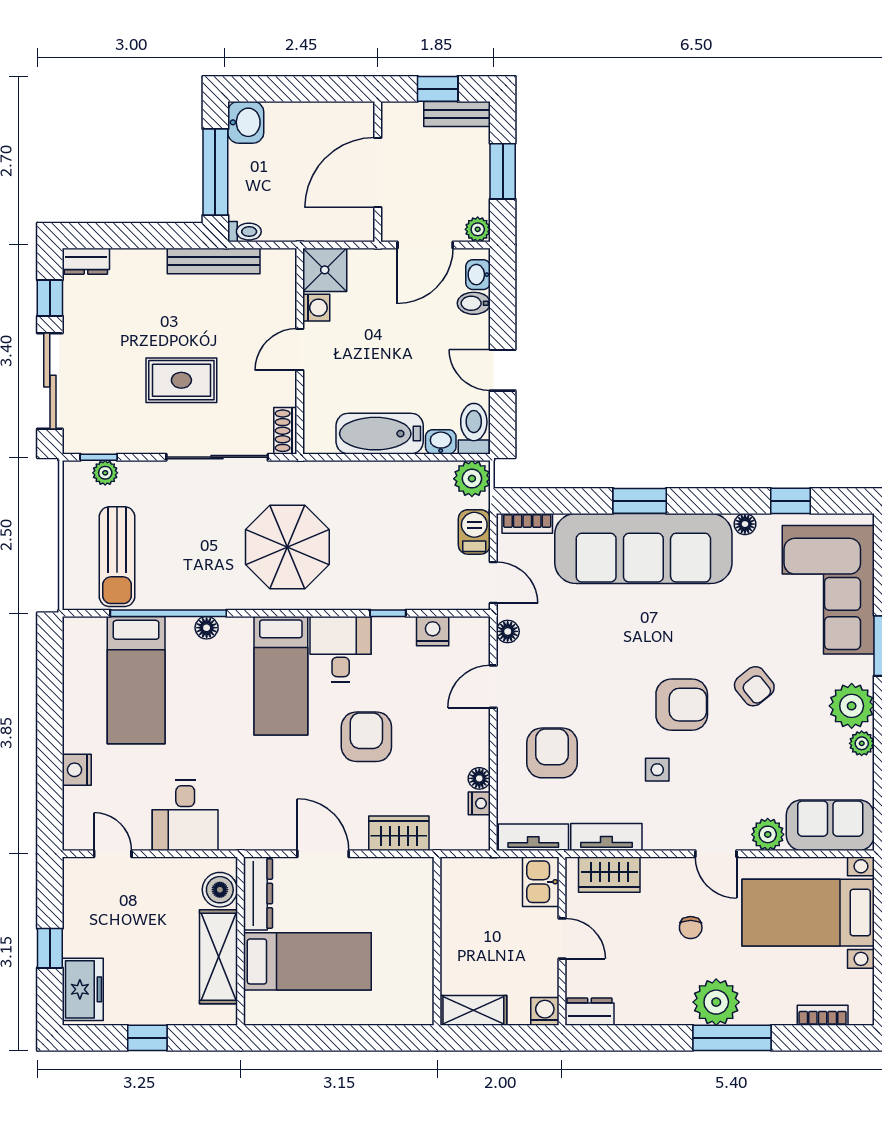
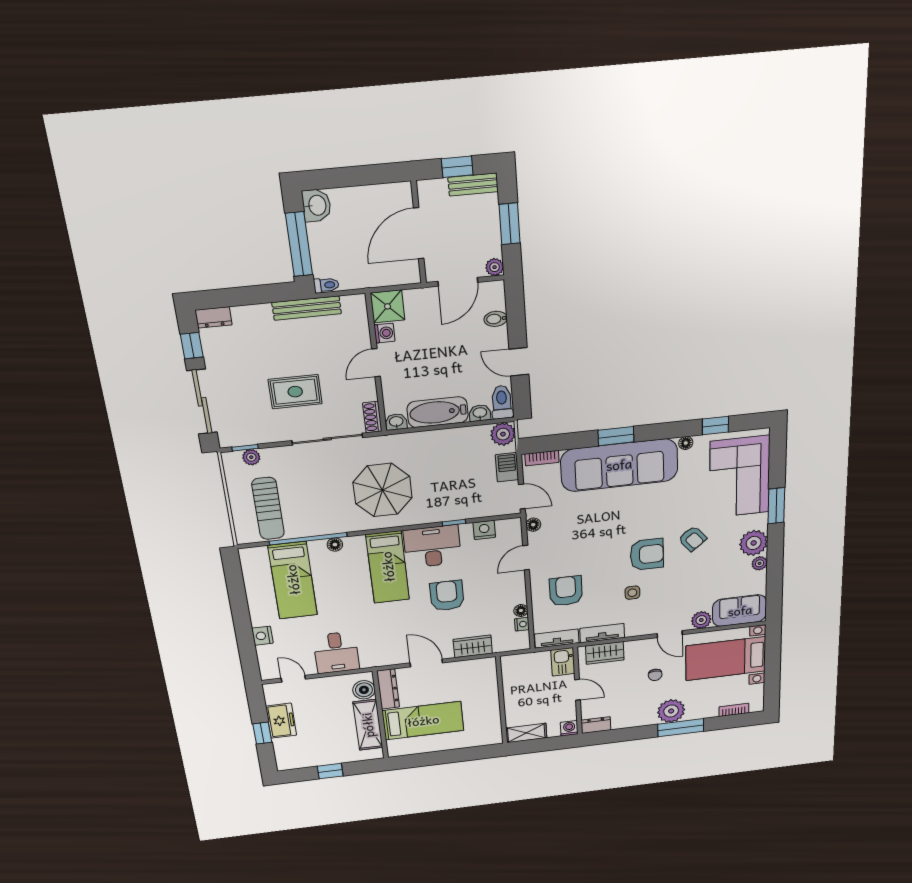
washbasin: (478, 275) -> (396, 422), moved, turned 90
desk: (341, 649) -> (432, 546), width x1.37
freezer: (83, 989) -> (281, 721), moved

